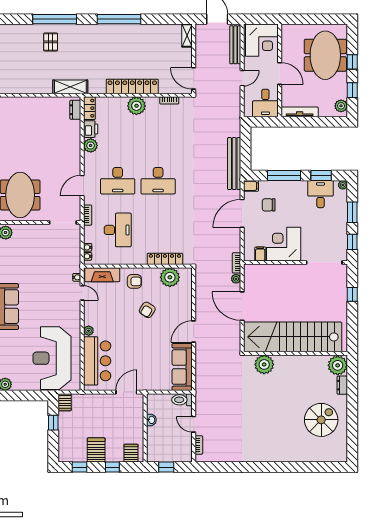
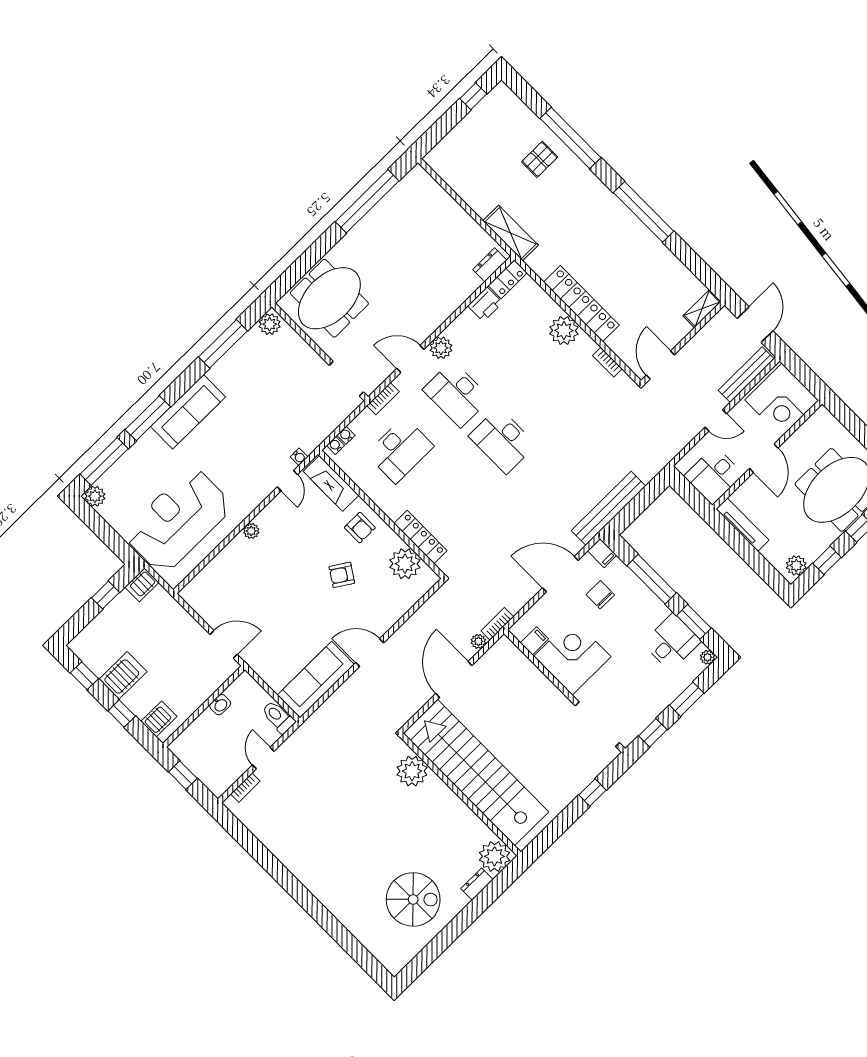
plant: (91, 145) -> (441, 348), moved
bar counter: (97, 361) -> (226, 575), removed

